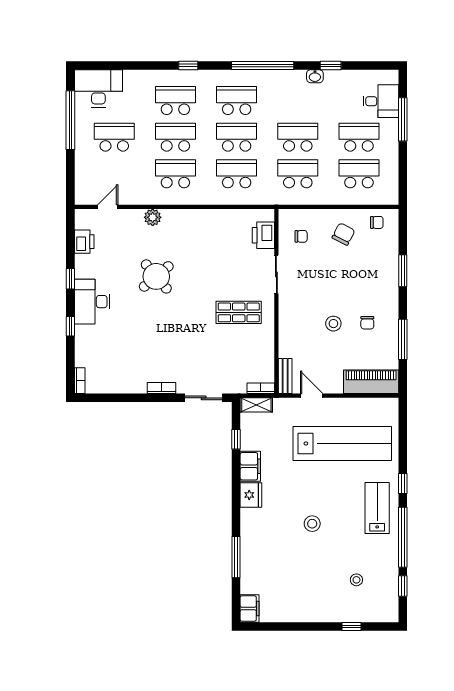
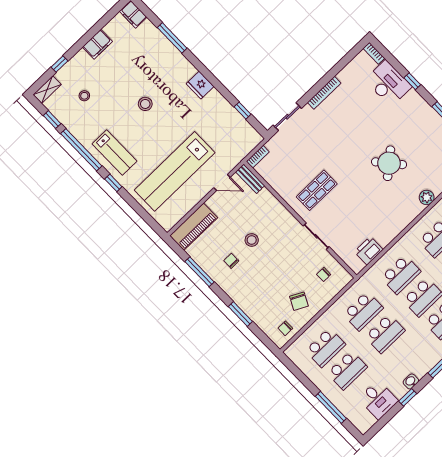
desk: (381, 101) -> (378, 400), moved, turned -90
printer: (263, 235) -> (369, 251), moved, turned -90
desk: (92, 302) -> (388, 83), moved
bookcase: (161, 388) -> (324, 93), width x1.56
shelving: (256, 405) -> (47, 90), moved
filing cabinet: (250, 466) -> (97, 44), moved, turned -90

